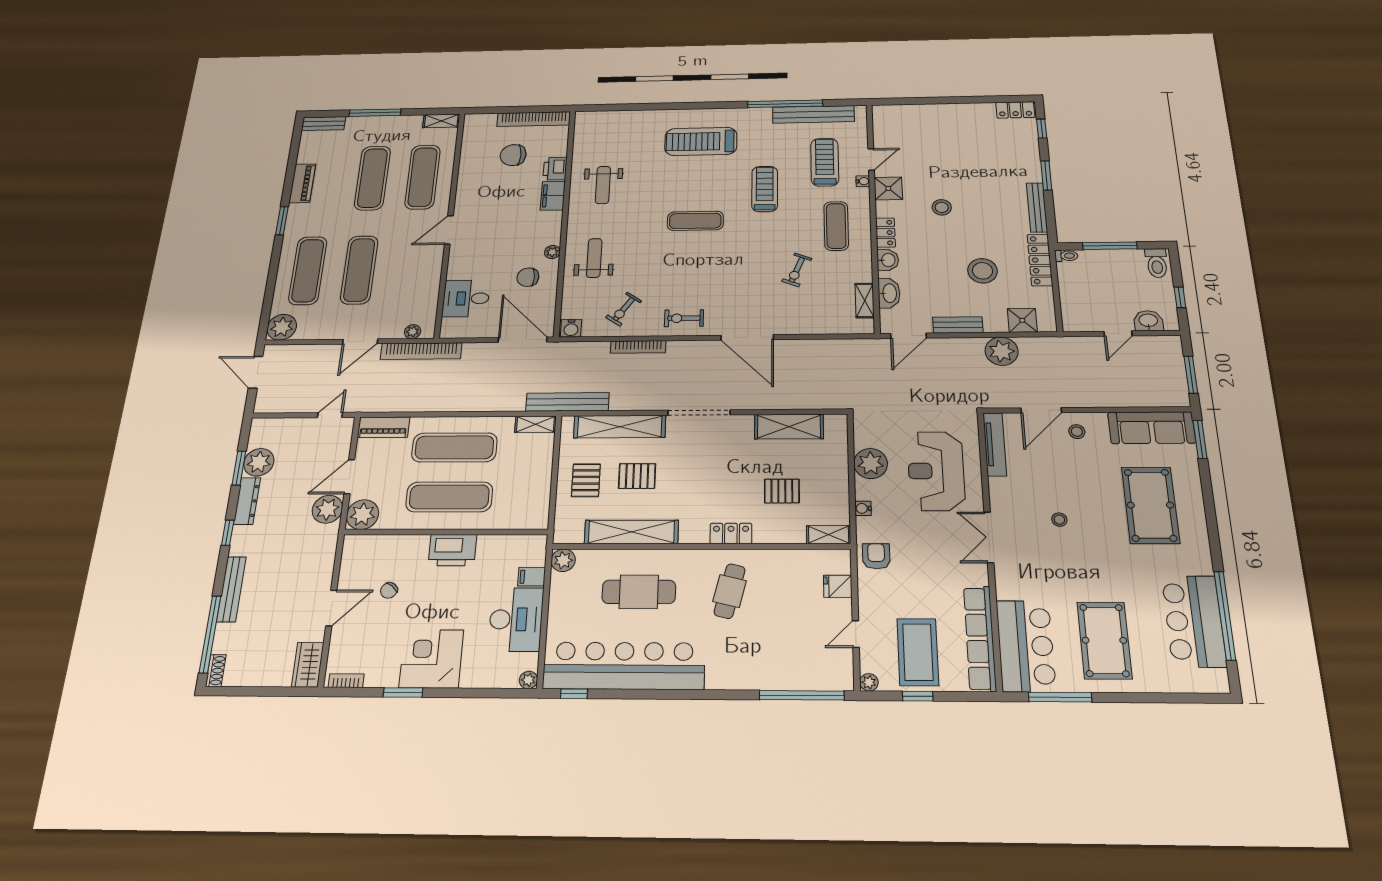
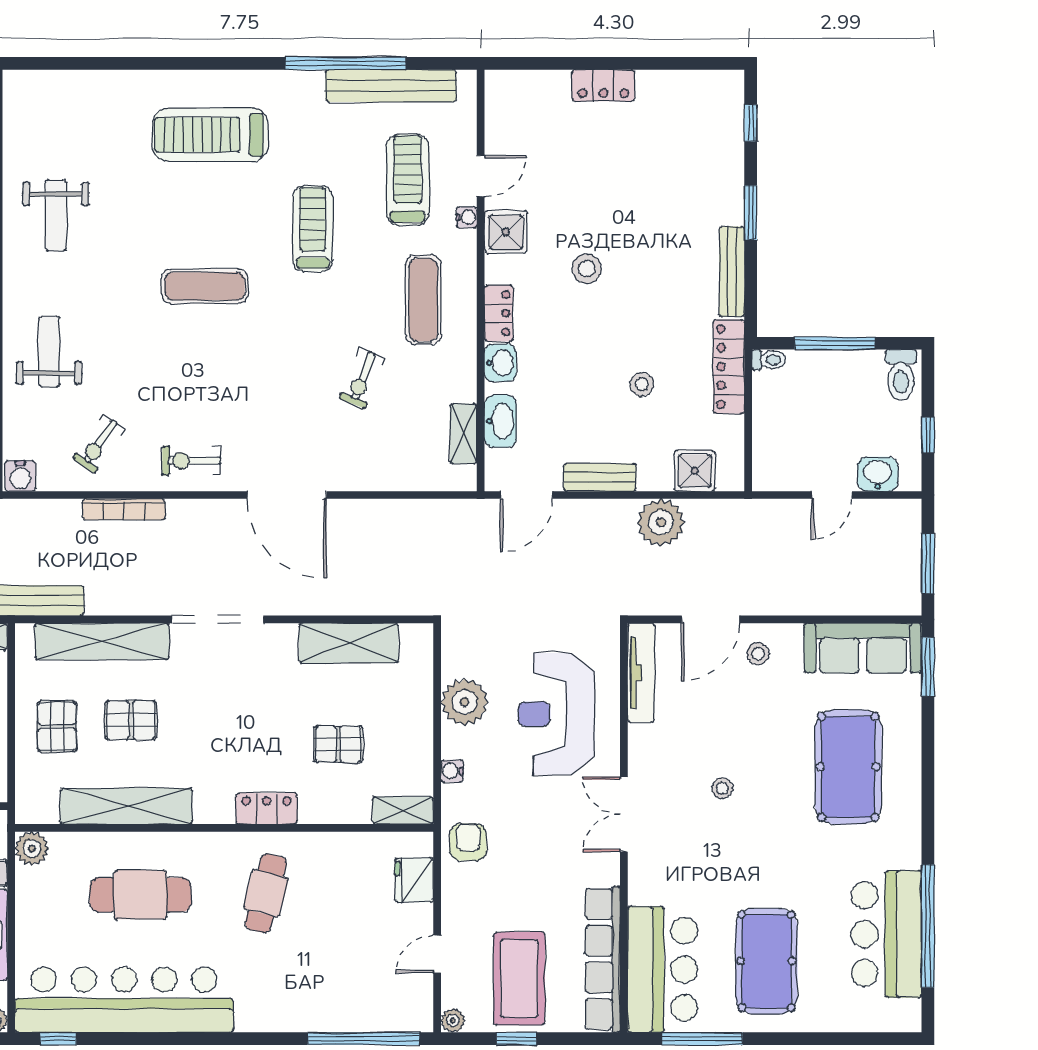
locker: (1015, 110) -> (603, 85), moved
stool: (983, 271) -> (642, 384), width x0.53, depth x0.53
fridge: (838, 586) -> (414, 880), width x1.38

